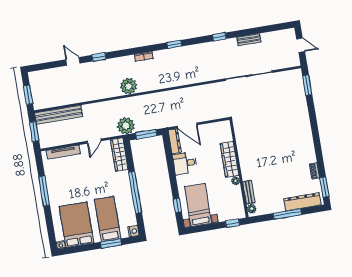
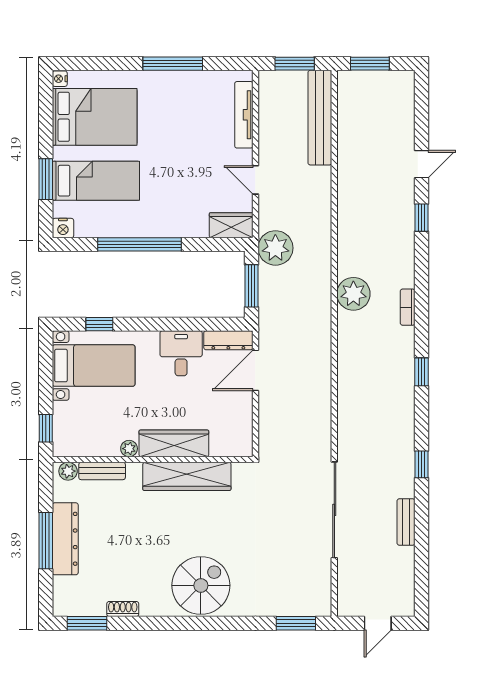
plant: (129, 86) -> (353, 294), moved
spiral stairs: (297, 135) -> (201, 585), added
wardrobe: (244, 150) -> (187, 476), added
wardrobe: (119, 155) -> (231, 225), width x0.67
dresser: (302, 202) -> (65, 539), moved

